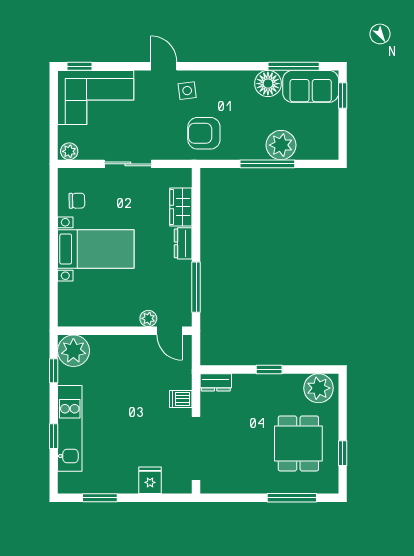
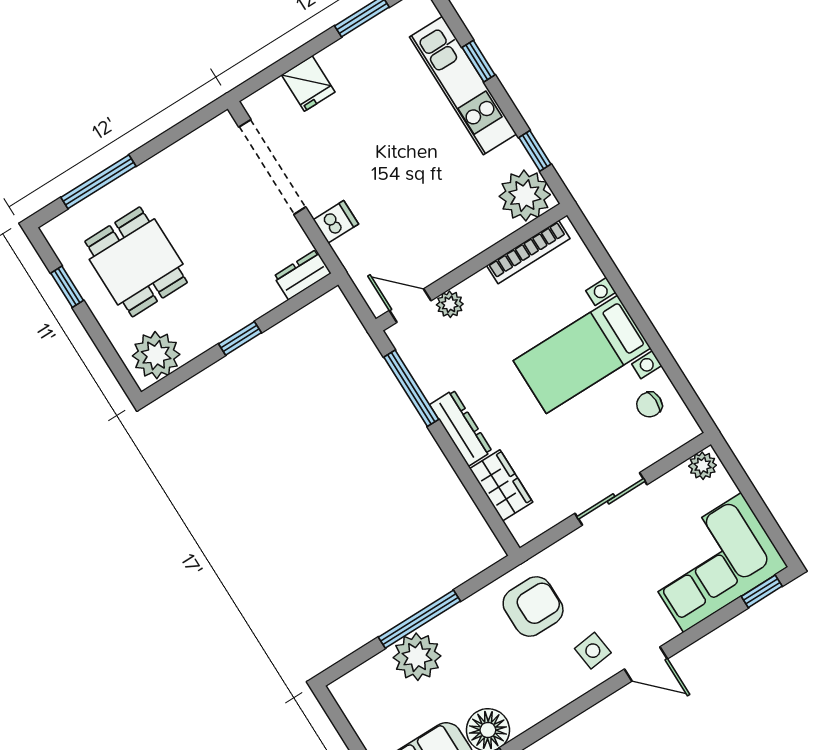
dresser: (183, 243) -> (461, 428), width x1.44
bookcase: (90, 320) -> (528, 252), added

